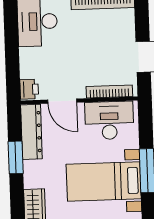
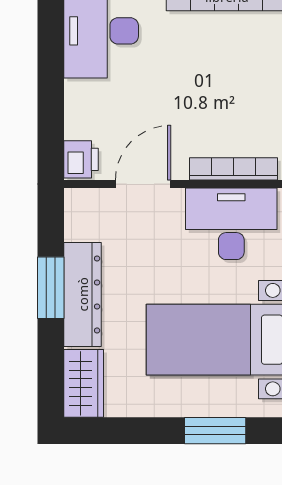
door: (62, 101) -> (143, 184), swing flipped
dresser: (31, 132) -> (83, 294), moved

